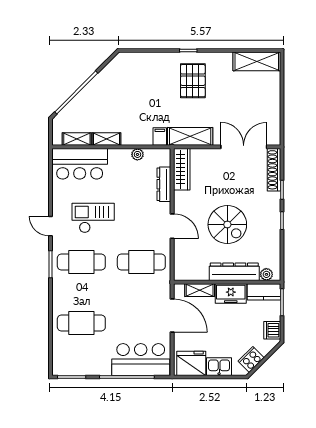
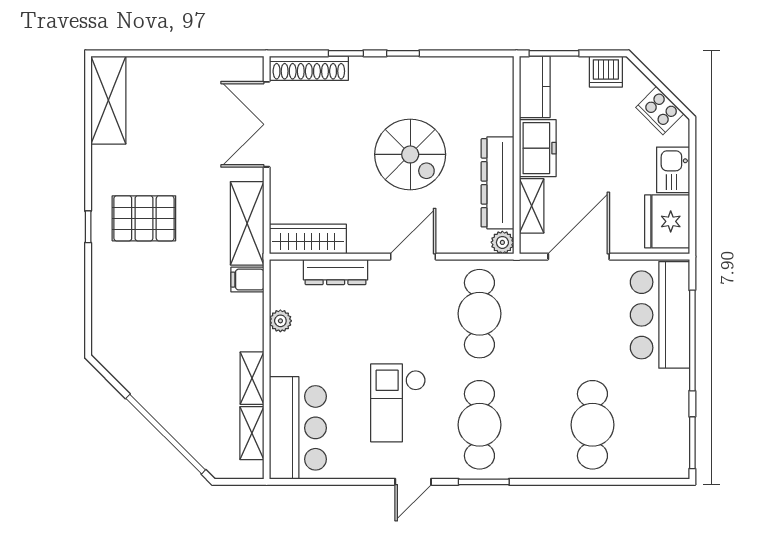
spiral stairs: (227, 225) -> (410, 154), turned 90
dresser: (234, 272) -> (497, 183), moved
plant: (266, 274) -> (502, 242), moved

